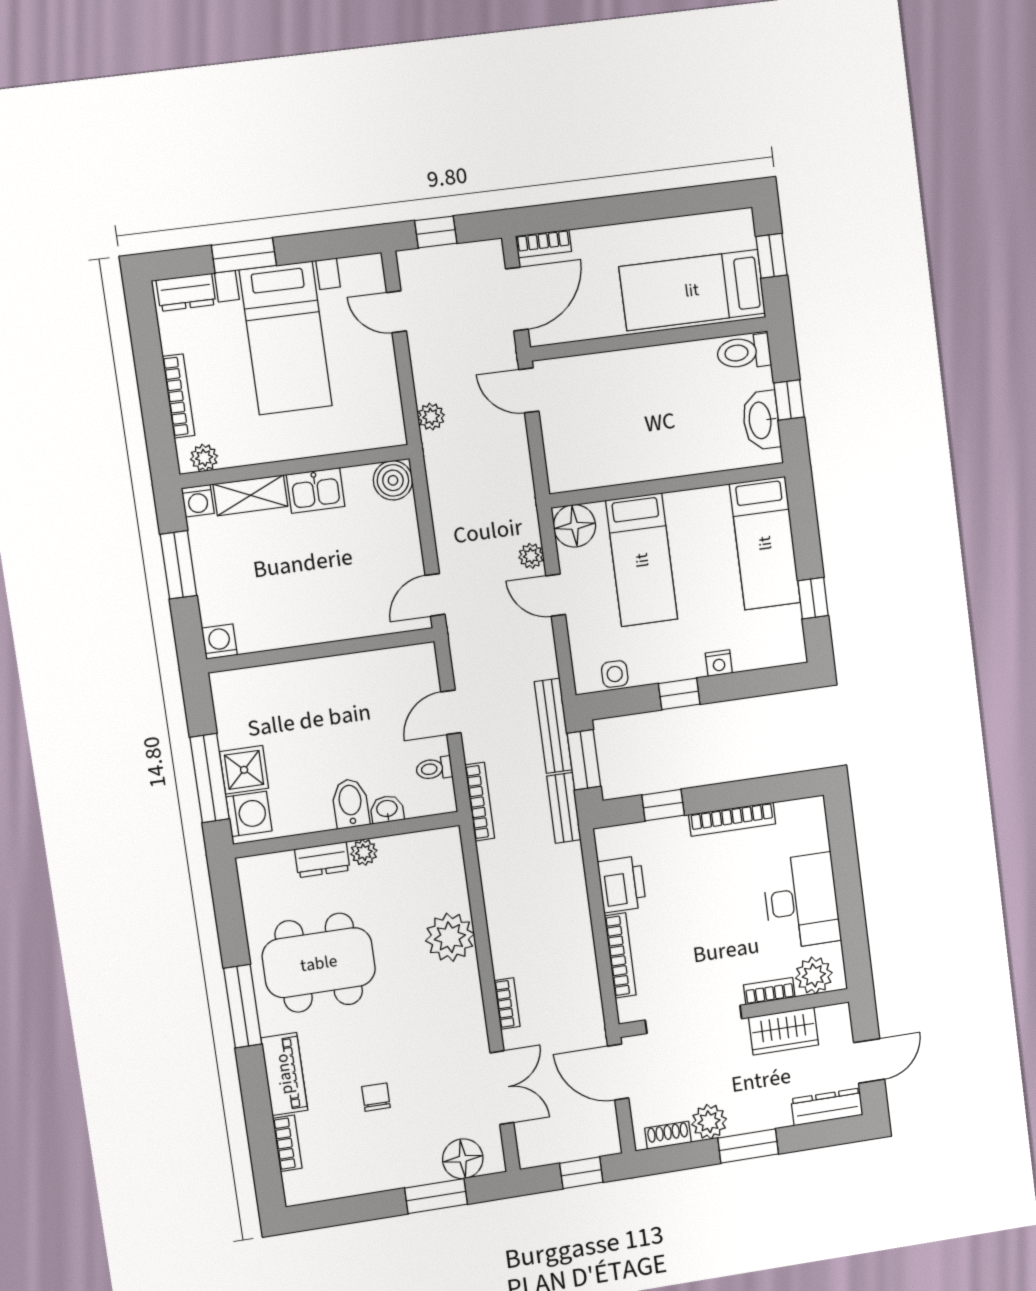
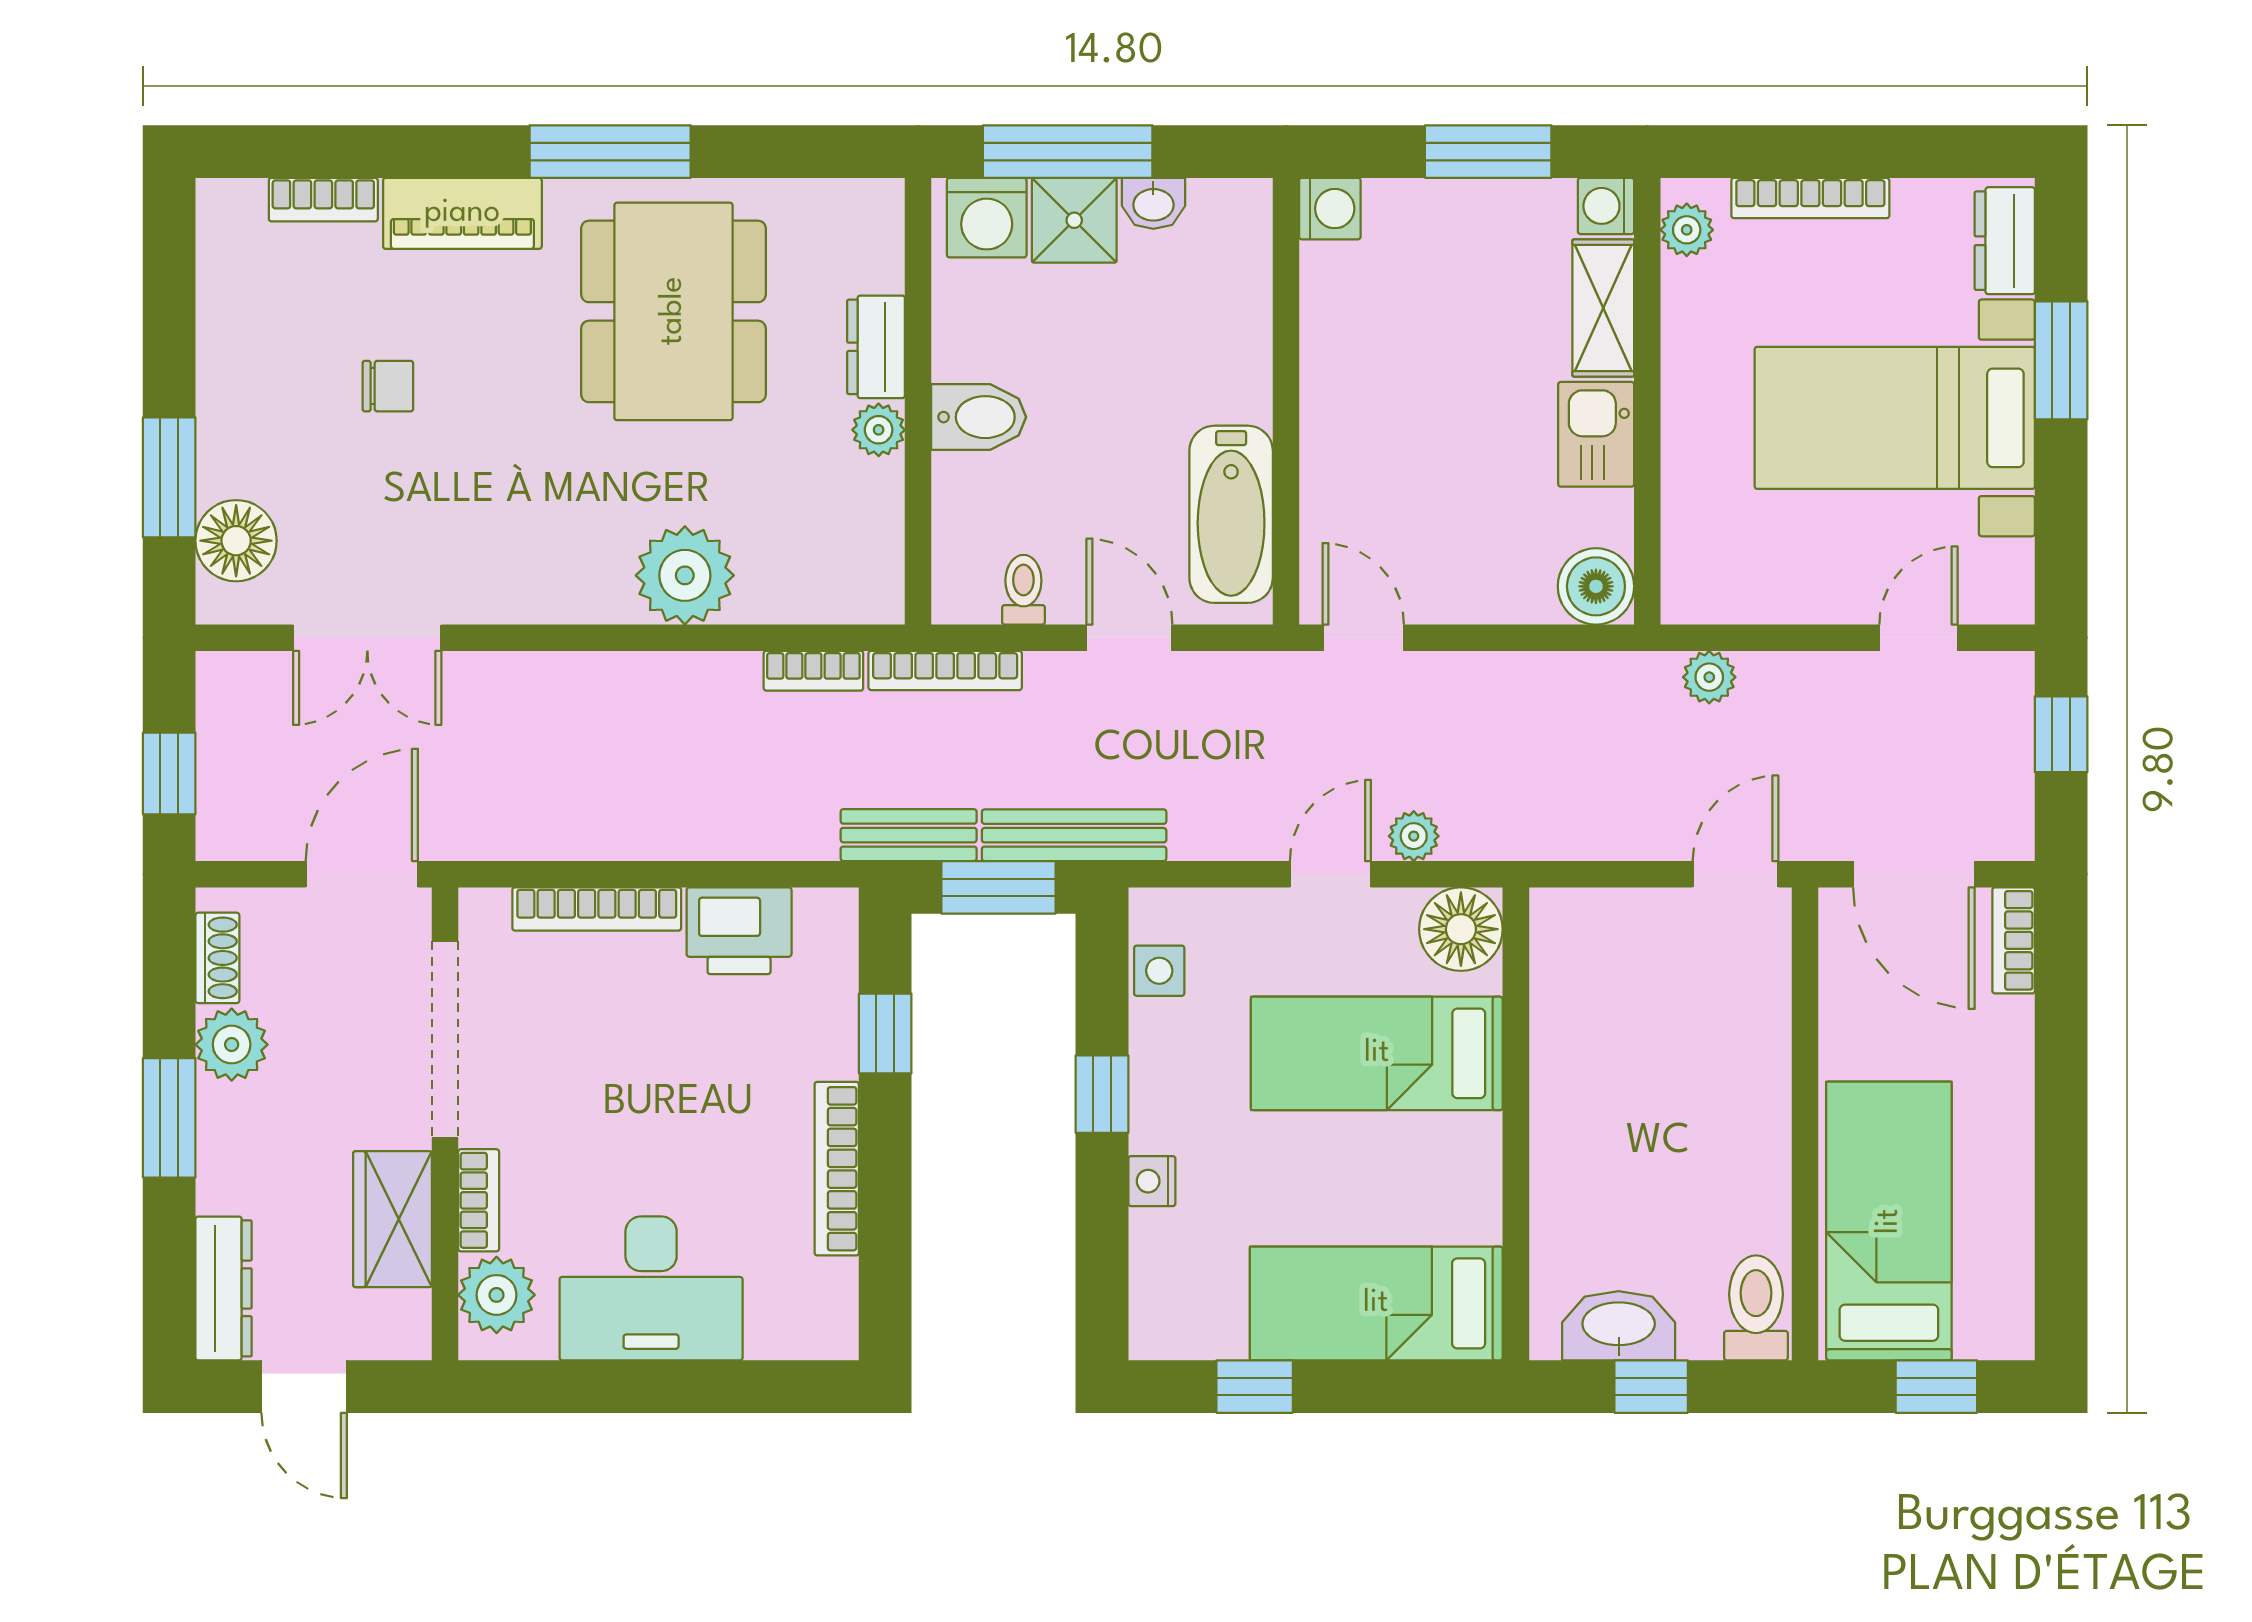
bathtub: (382, 670) -> (1231, 514), added
washbasin: (387, 809) -> (1153, 203), moved, turned 90
bookcase: (507, 1004) -> (813, 671), moved

